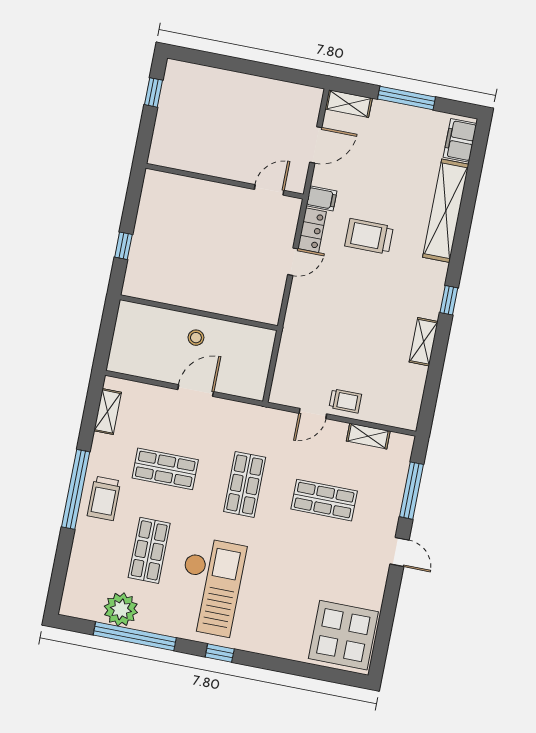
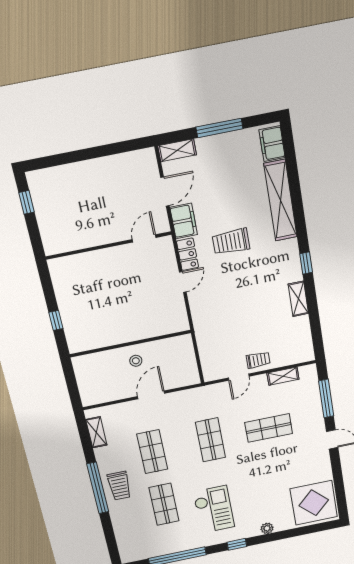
filing cabinet: (321, 198) -> (184, 221), width x2.00
shop shelf: (165, 469) -> (152, 452), turned 90
checkout: (210, 587) -> (214, 509), width x0.73, depth x0.83
plant: (121, 609) -> (267, 528), moved, width x0.53, depth x0.53

